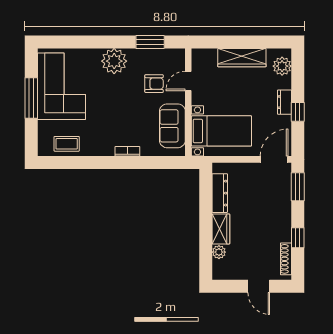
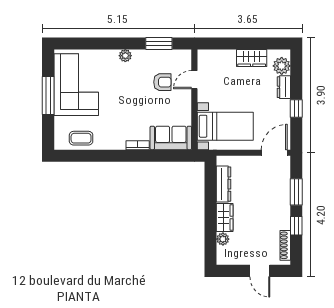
wardrobe: (242, 58) -> (252, 58), width x0.67
plant: (114, 61) -> (125, 56), width x0.53, depth x0.53
dresser: (285, 102) -> (284, 87), moved
sofa: (172, 126) -> (171, 138), moved, turned 90
window: (298, 187) -> (296, 192), moved

